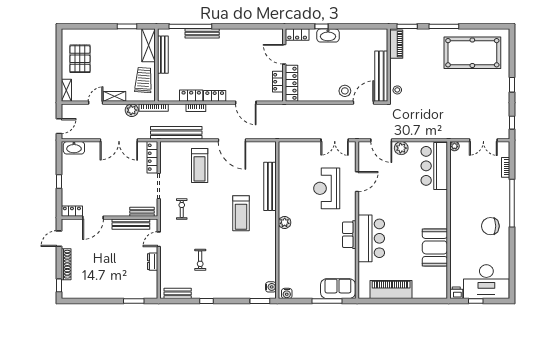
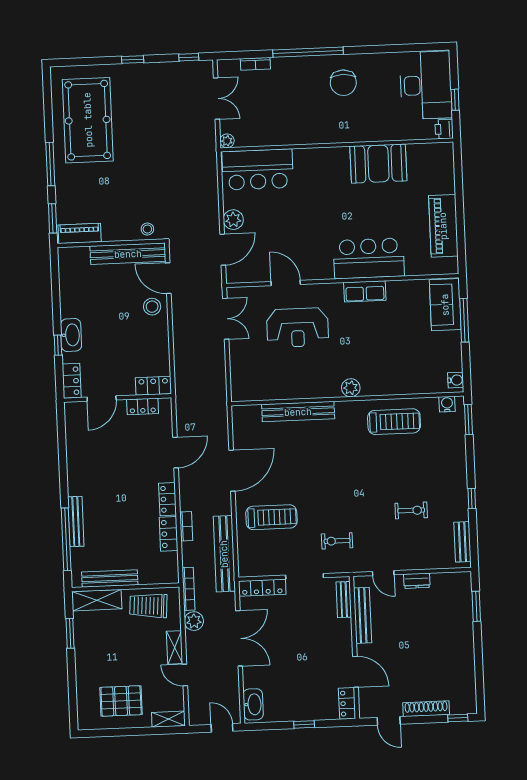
locker: (291, 83) -> (153, 386), width x0.66
treadmill: (241, 213) -> (394, 422), moved

